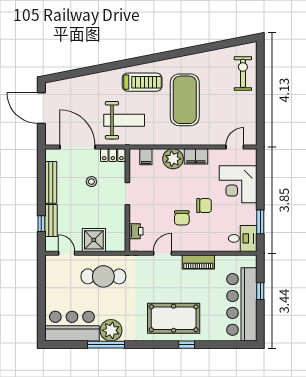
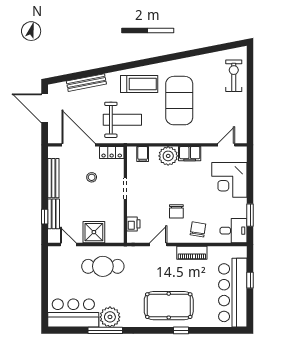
bench: (86, 81) -> (86, 83), added
chair: (204, 206) -> (198, 229), moved, turned -81

